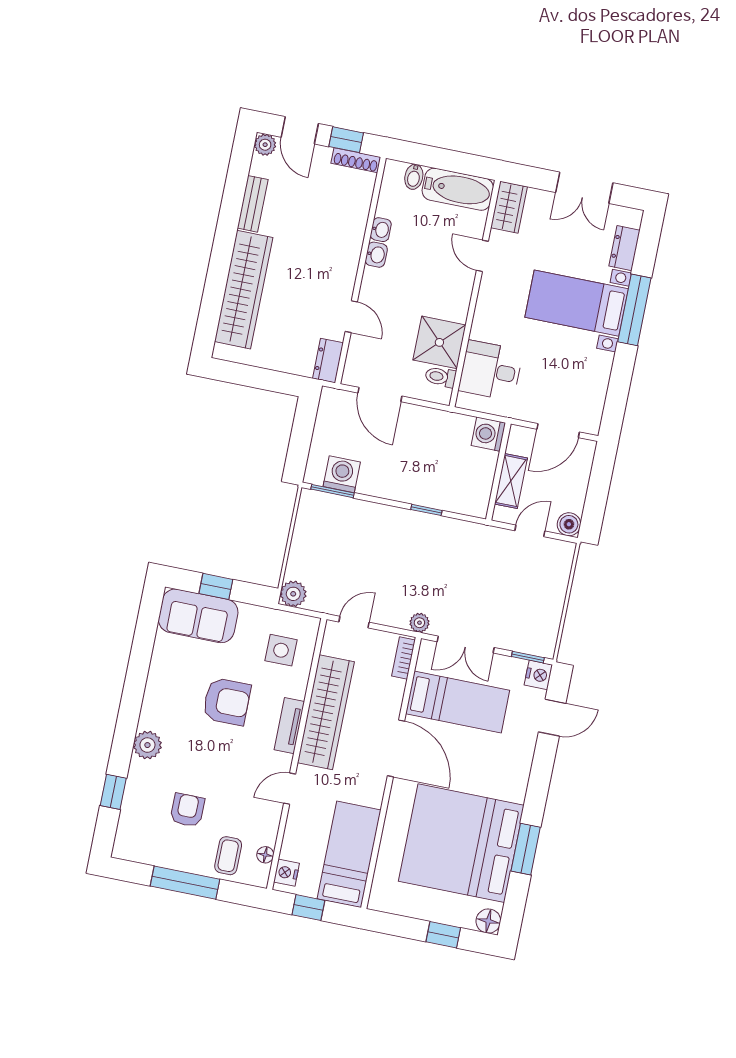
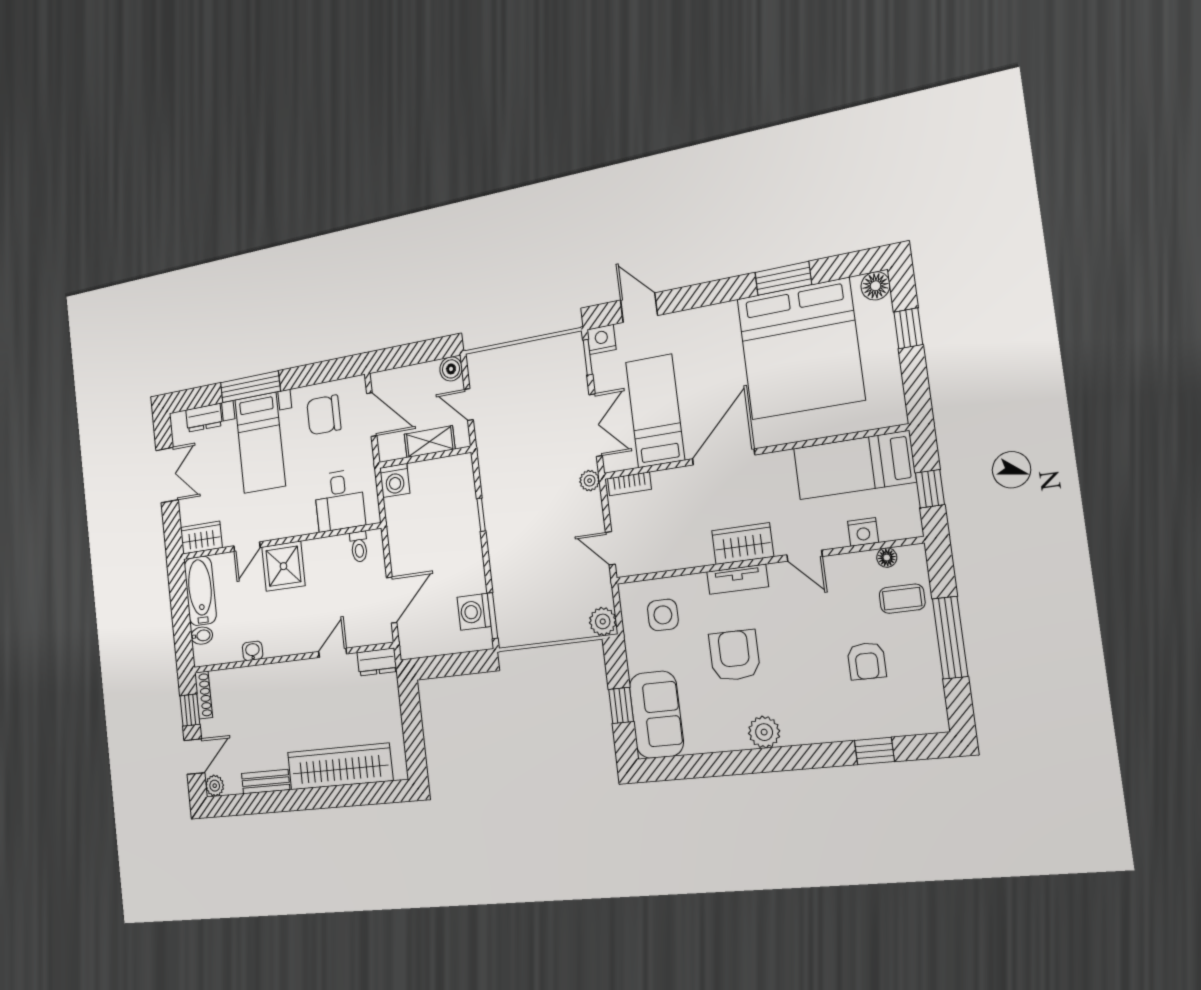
washbasin: (376, 255) -> (274, 648), removed
shower: (439, 342) -> (283, 566), moved
chair: (577, 380) -> (324, 415), added
wardrobe: (326, 712) -> (743, 544), width x0.48, depth x0.85
plant: (147, 745) -> (764, 732), moved
armchair: (187, 810) -> (867, 661), turned -90
nightstand: (286, 873) -> (863, 532), moved

